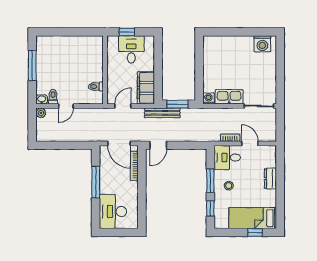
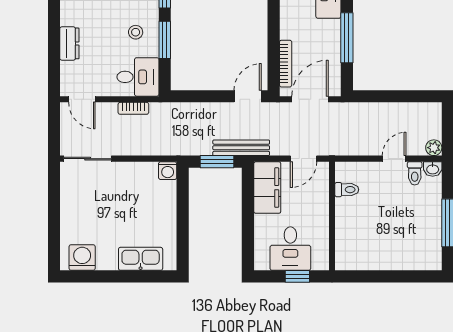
kitchen sink: (229, 97) -> (141, 259), moved, turned 180
door: (119, 143) -> (310, 99), hinge flipped
door: (250, 143) -> (82, 99), moved

